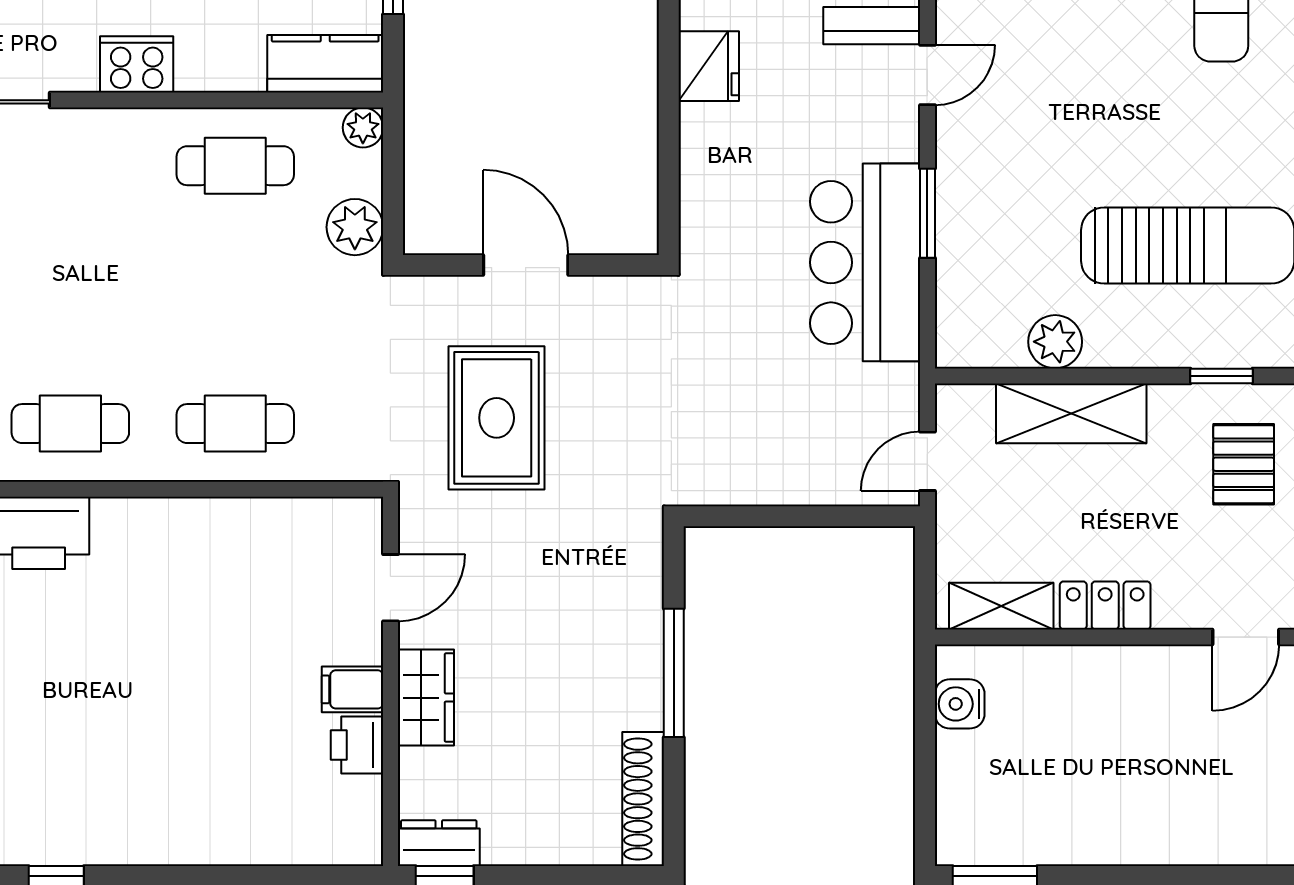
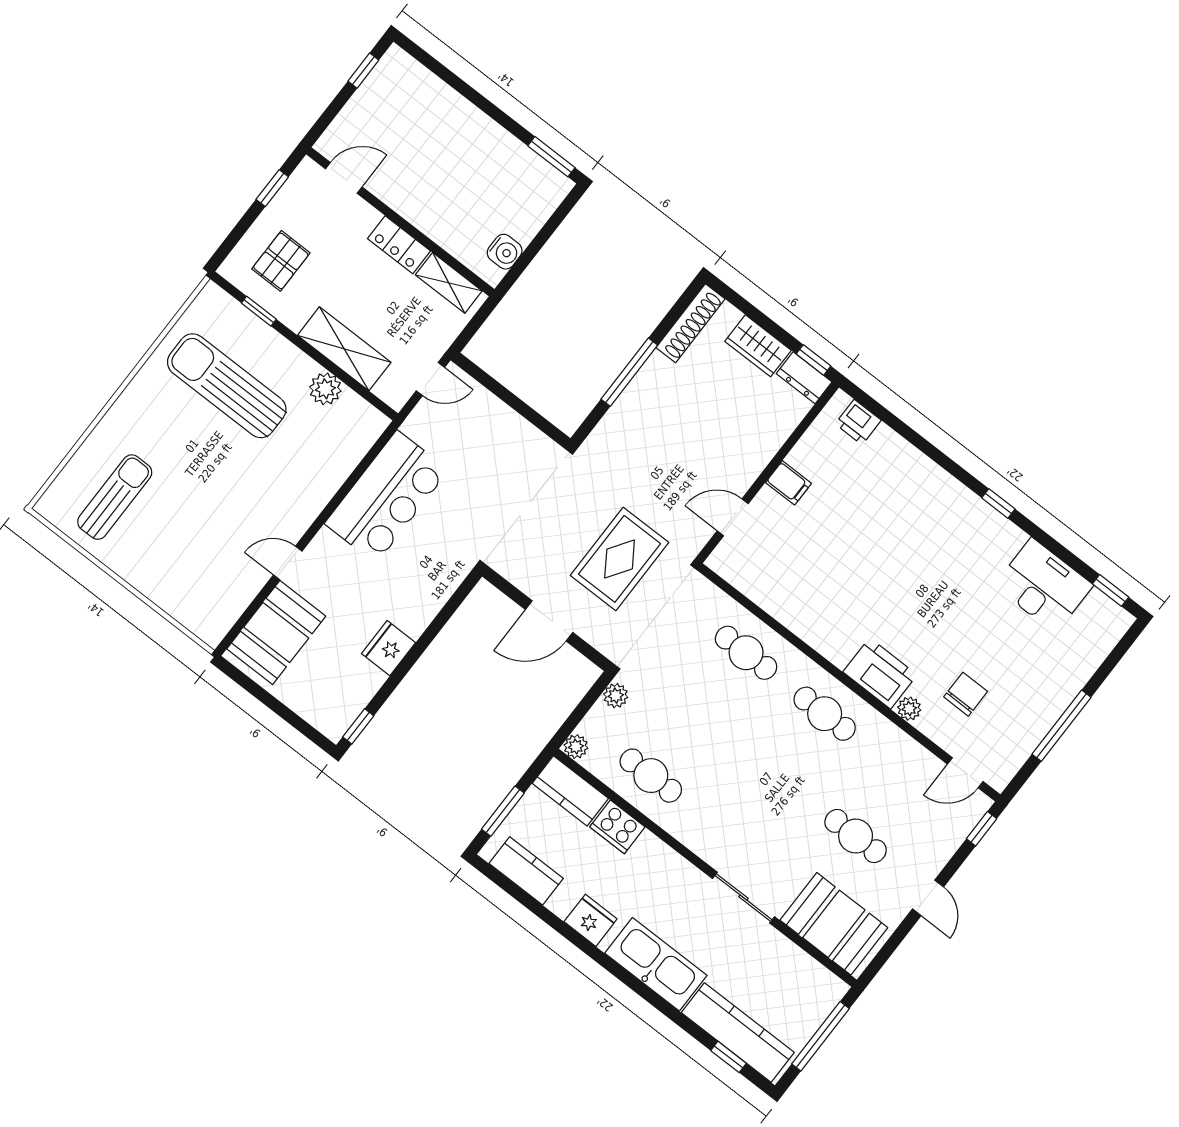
cooker: (137, 64) -> (617, 827), moved
window: (927, 213) -> (339, 497), removed
plant: (355, 227) -> (616, 696), width x0.73, depth x0.73
door: (526, 265) -> (549, 621), hinge flipped
wardrobe: (426, 698) -> (758, 346), moved, turned -90
printer: (357, 745) -> (858, 422), moved, turned 90

